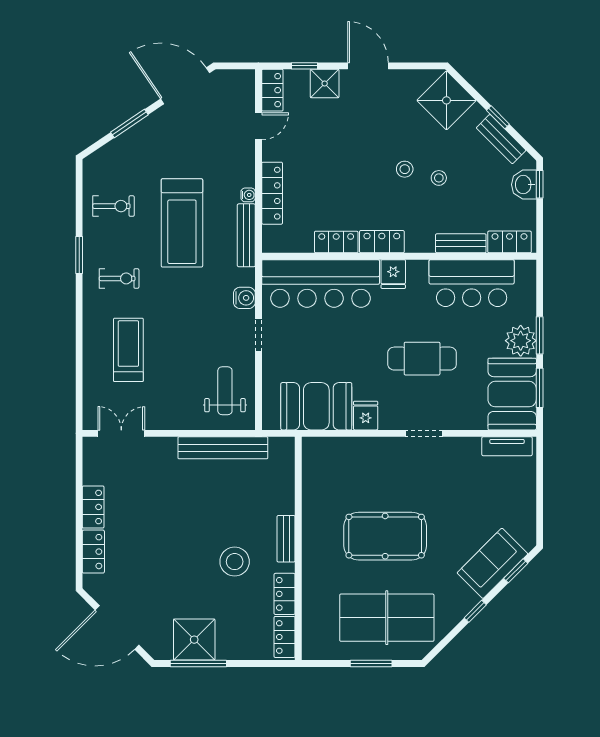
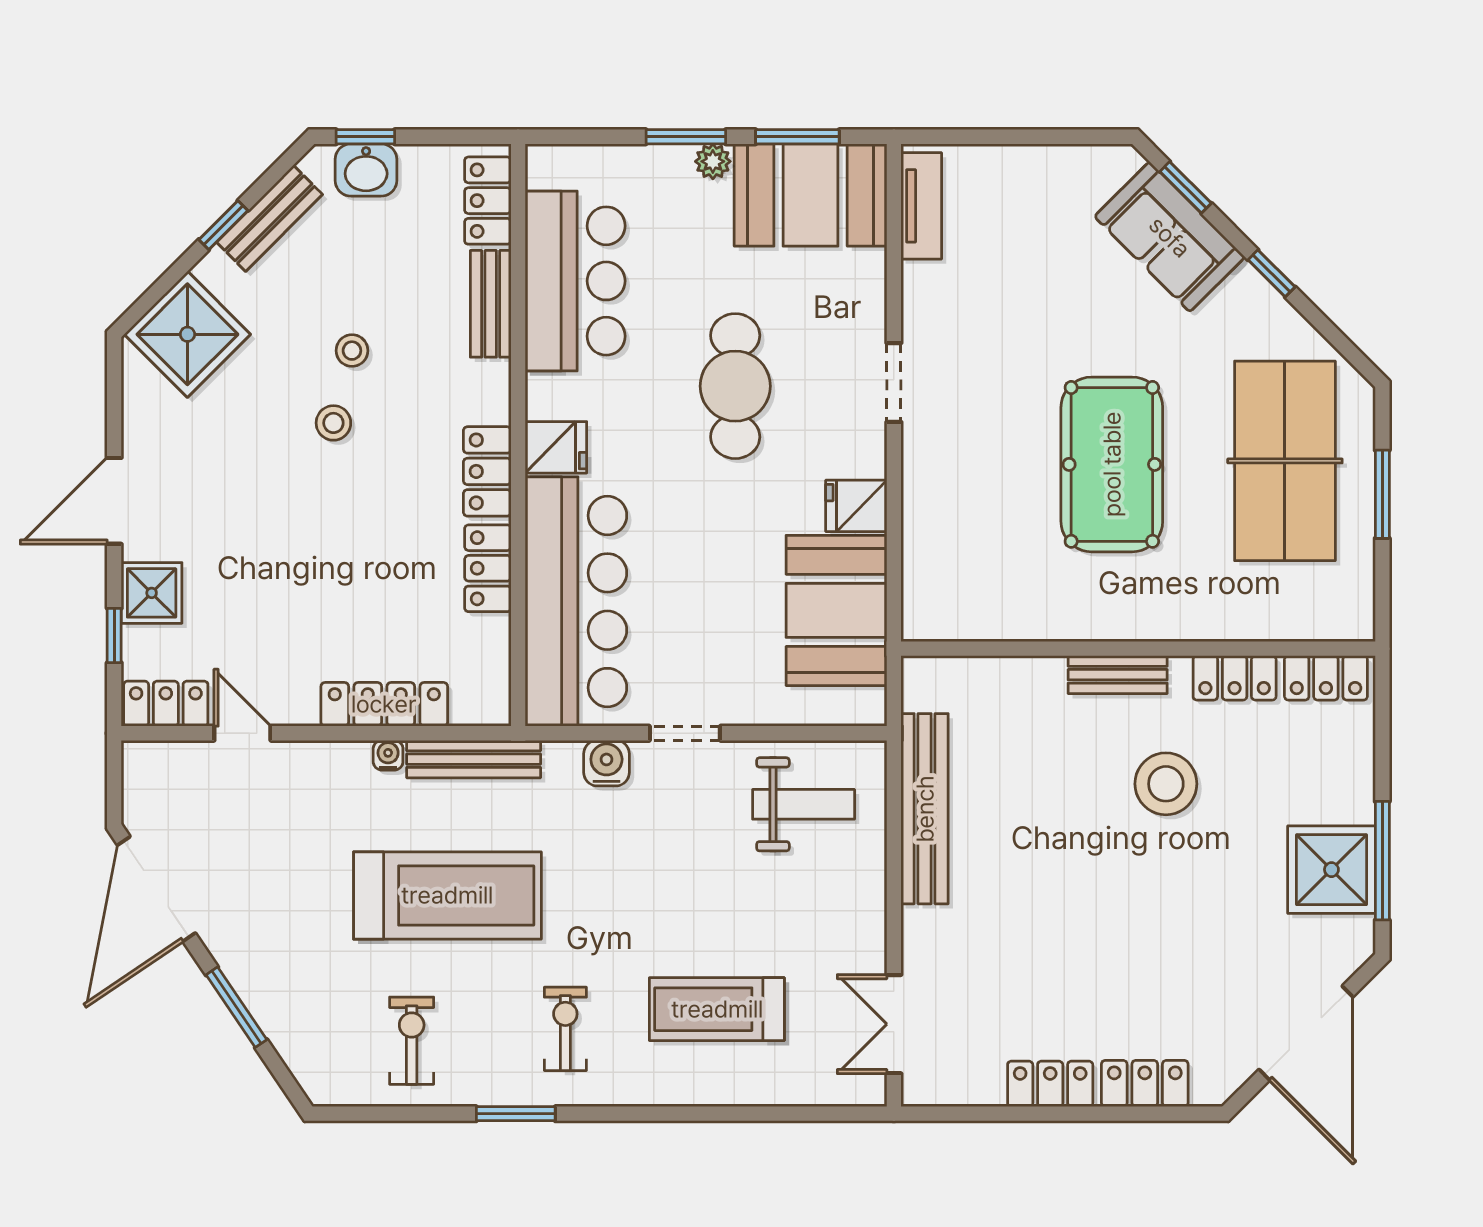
plant: (521, 341) -> (713, 161), width x0.53, depth x0.53
weight bench: (225, 391) -> (804, 804), turned 180

